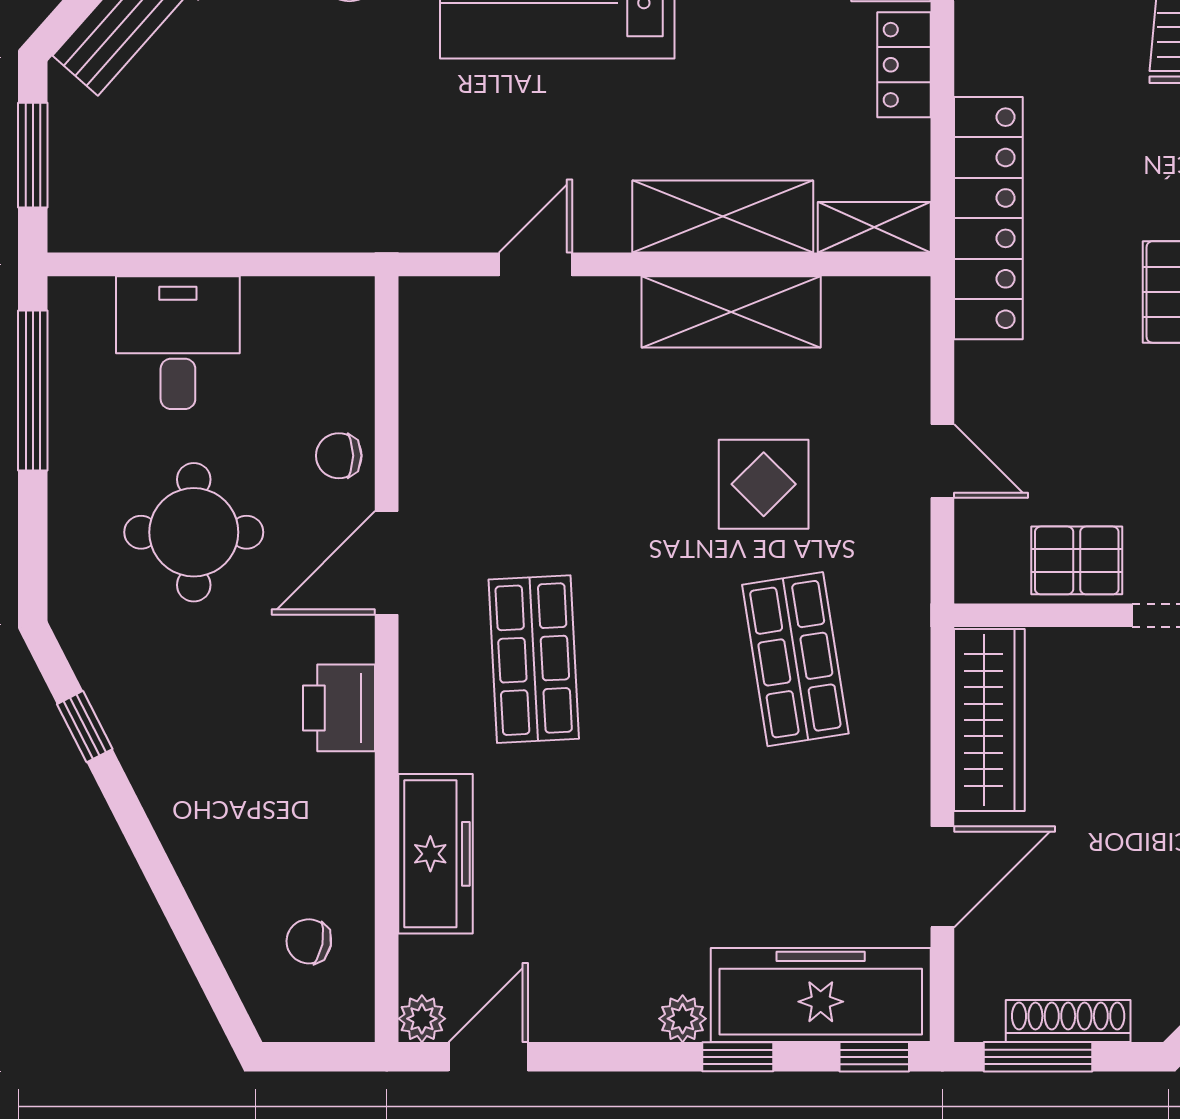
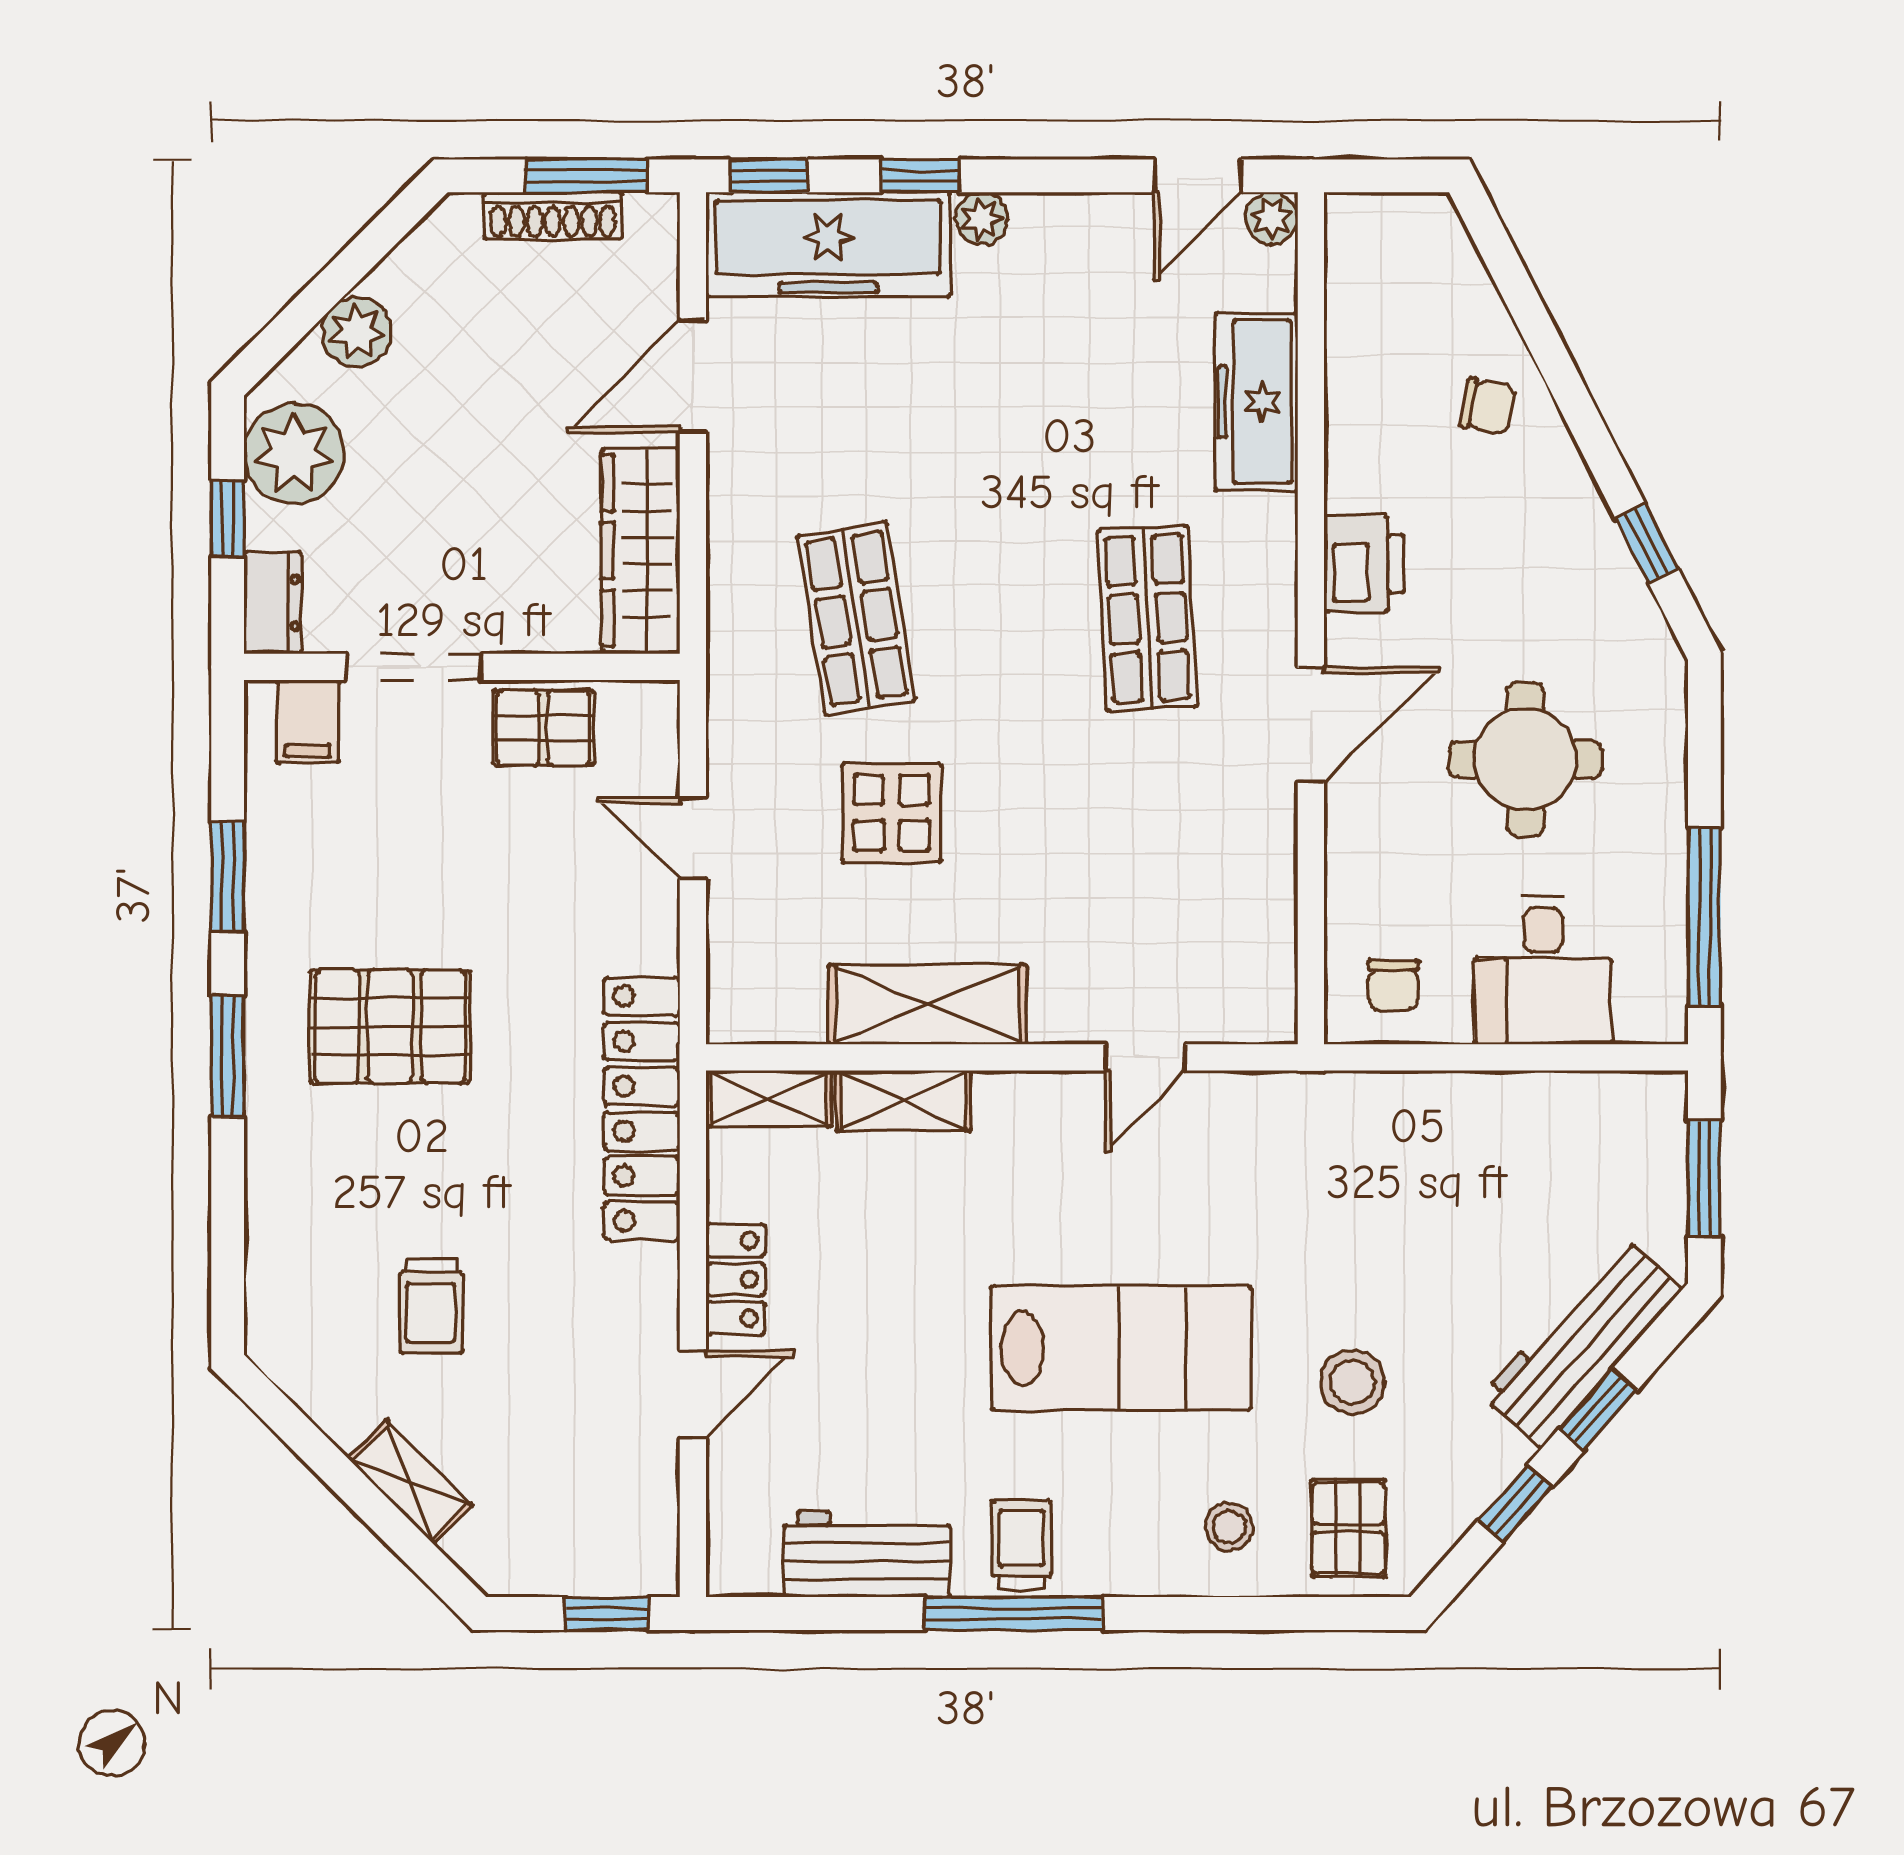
shelving: (723, 216) -> (903, 1100), width x0.67, depth x0.75
chair: (339, 456) -> (1393, 985), moved, turned 90
chair: (309, 941) -> (1488, 406), moved

